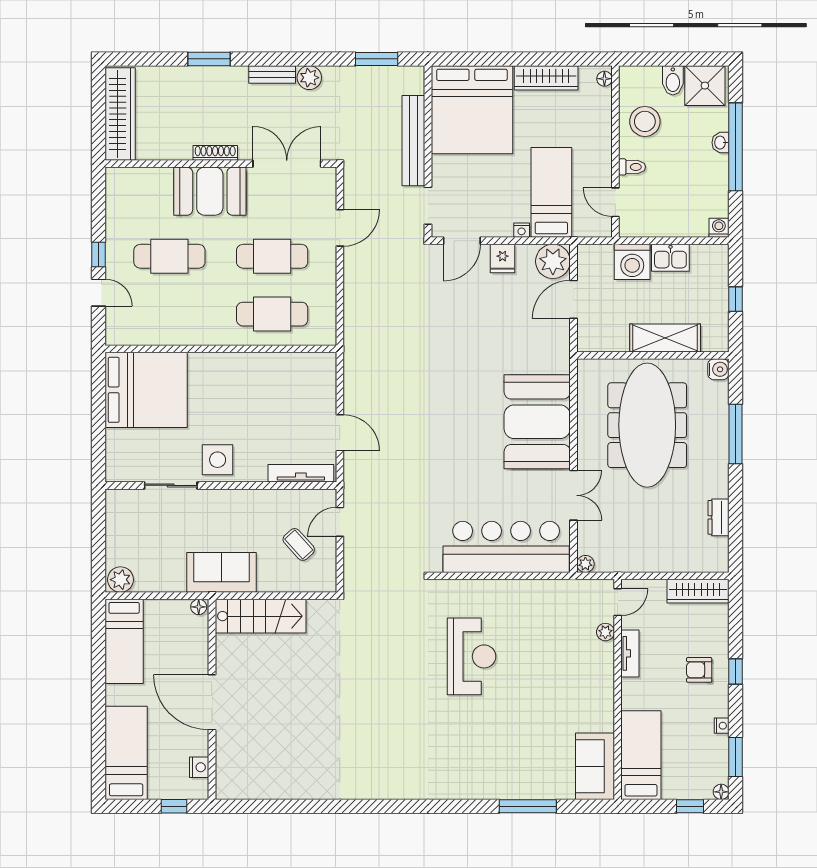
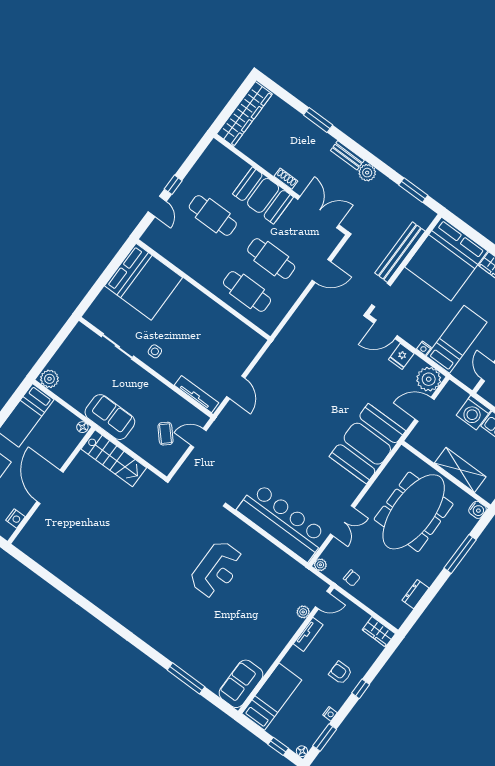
shoe rack: (215, 153) -> (286, 179), width x0.70
booth: (537, 422) -> (367, 444), moved
side table: (218, 460) -> (155, 351), width x0.54, depth x0.54
chair: (632, 553) -> (352, 578), added
wardrobe: (698, 591) -> (379, 632), width x0.67

